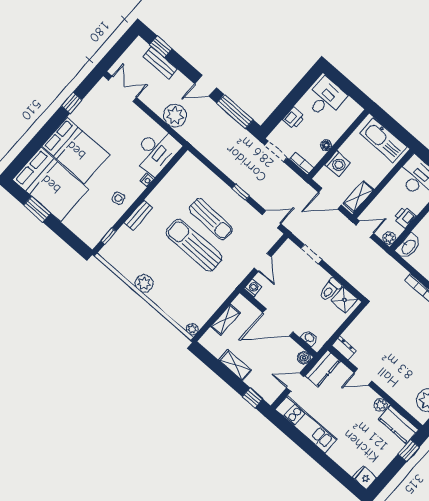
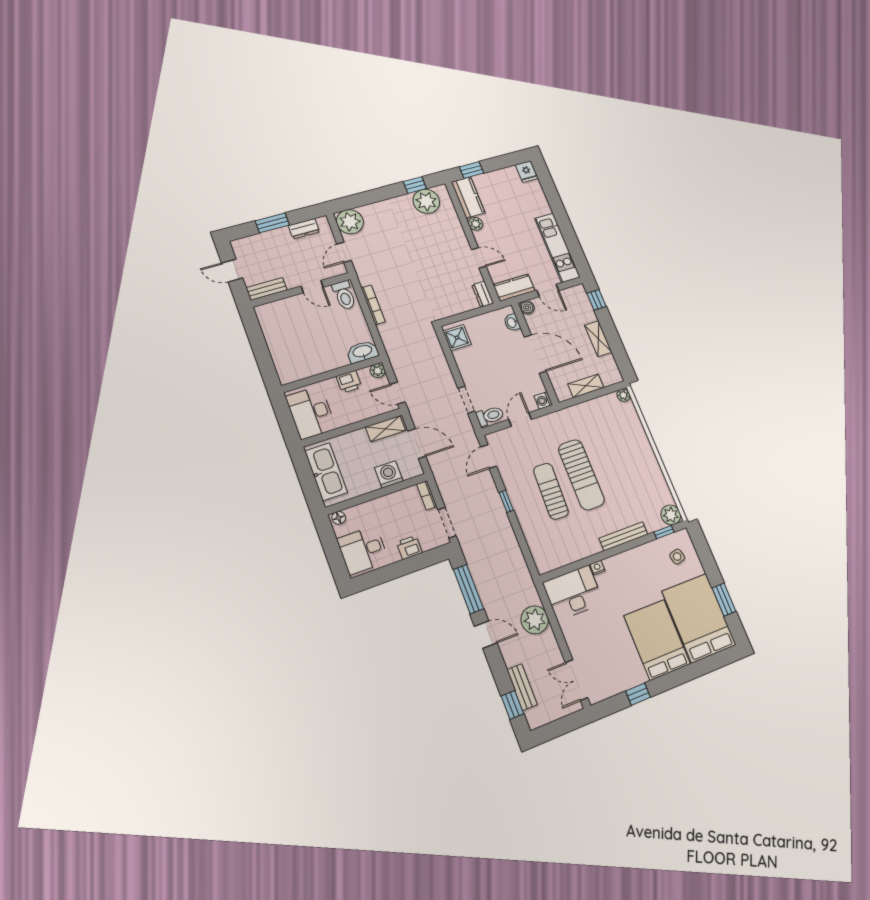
floor lamp: (326, 145) -> (339, 518), moved
side table: (118, 198) -> (677, 557), moved
bench: (138, 215) -> (624, 536), width x1.36
door: (271, 219) -> (489, 457), hinge flipped
plant: (144, 283) -> (671, 515), moved
toilet: (330, 290) -> (490, 416), moved

